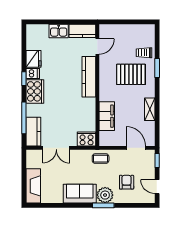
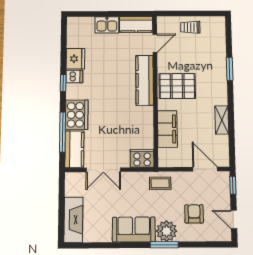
trolley: (144, 53) -> (190, 27), moved
pallet: (131, 74) -> (177, 86), moved
cooker: (35, 91) -> (77, 115), moved

